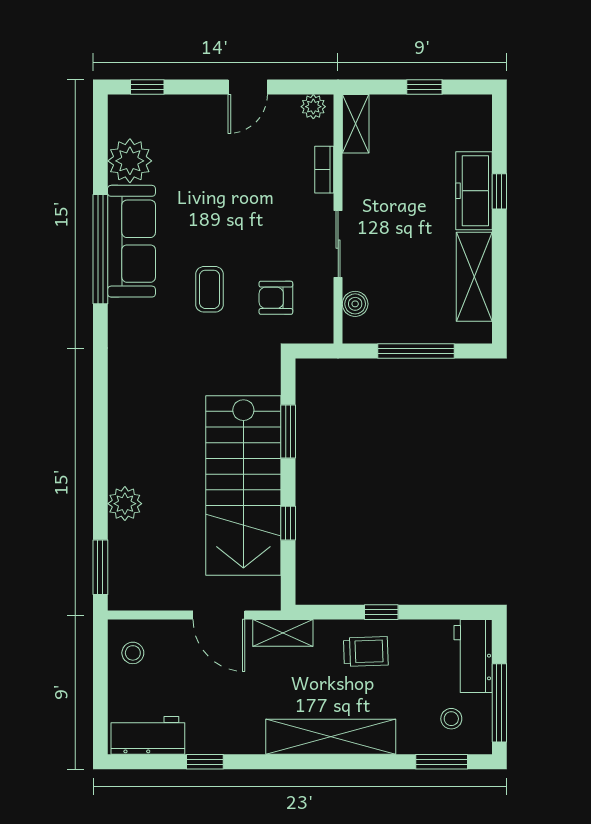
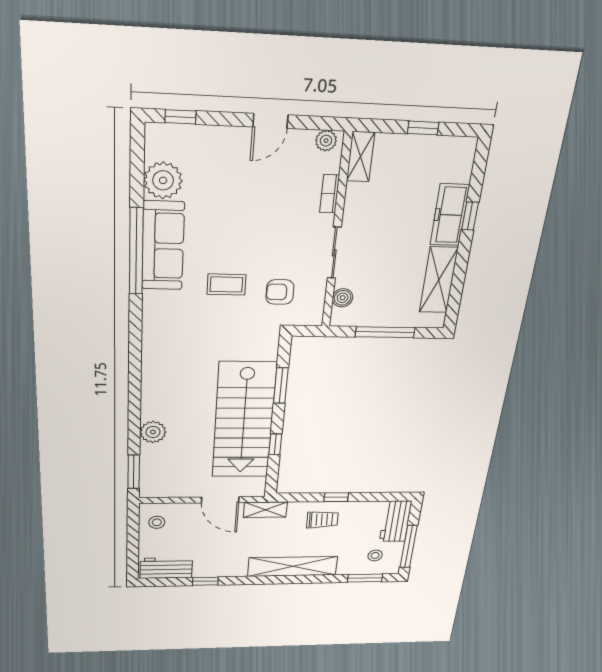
coffee table: (210, 289) -> (226, 285), turned 90

